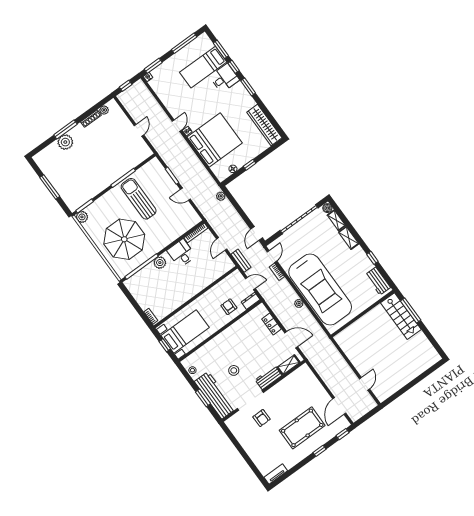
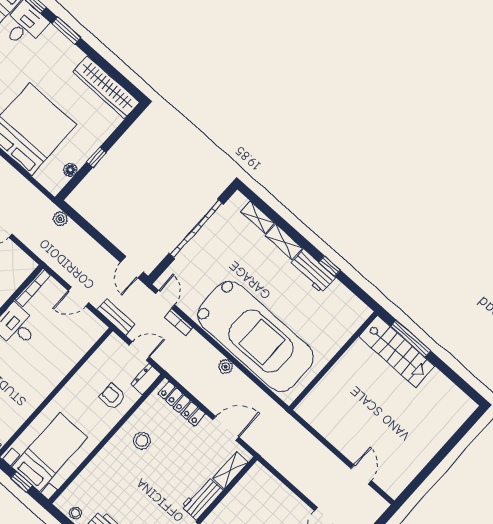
boiler: (327, 208) -> (238, 201), removed
door: (222, 244) -> (79, 297), hinge flipped
workbench: (378, 281) -> (312, 271), moved
locker: (272, 324) -> (182, 404), width x1.53
stool: (234, 370) -> (142, 441), moved

